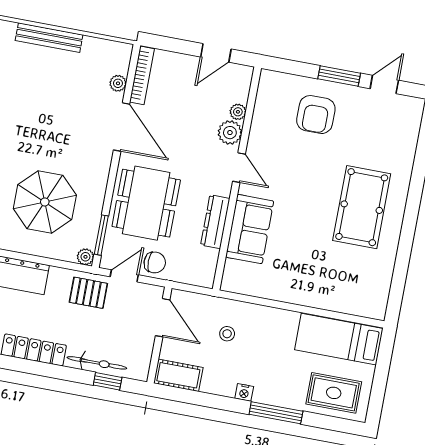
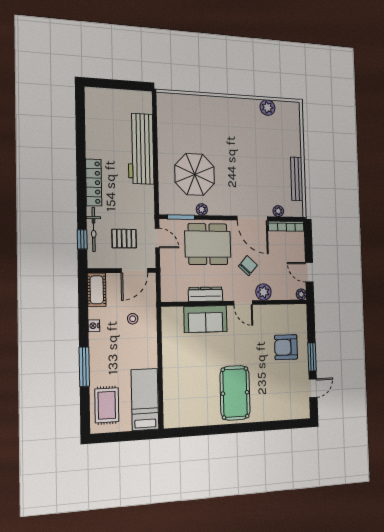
bench: (49, 38) -> (297, 179), moved
door: (384, 84) -> (313, 388), hinge flipped
plant: (238, 112) -> (301, 294), moved
door: (122, 127) -> (252, 218), hinge flipped
door: (239, 168) -> (243, 303), hinge flipped
pool table: (362, 207) -> (235, 393), turned 90
plant: (85, 257) -> (202, 209), moved
chair: (155, 262) -> (248, 266), moved, turned -138
pallet: (88, 293) -> (124, 239), moved, turned 90
nightstand: (244, 392) -> (94, 326), moved

